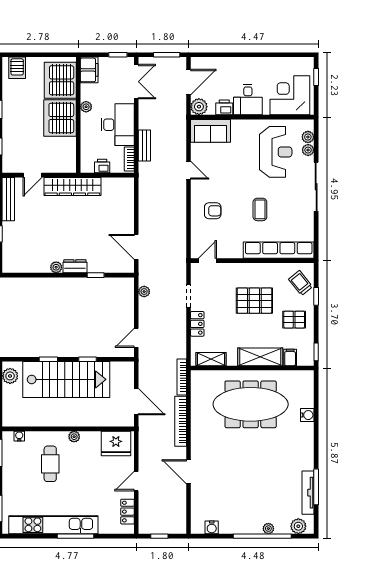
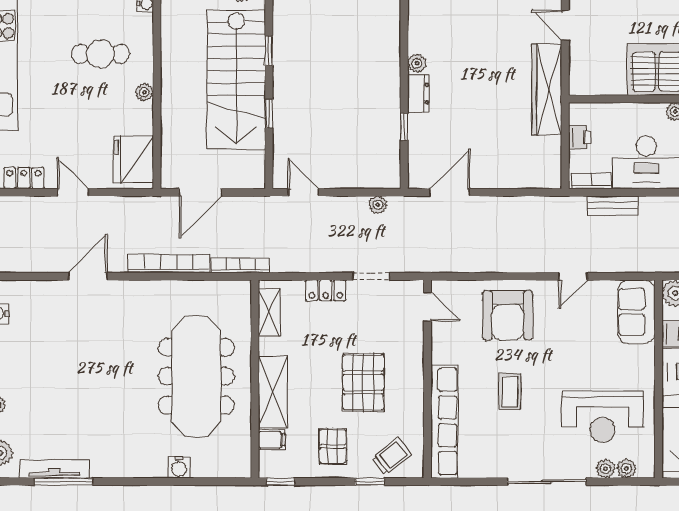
coffee table: (260, 209) -> (510, 391), turned 90
armchair: (213, 211) -> (508, 315), width x1.88, depth x1.88

